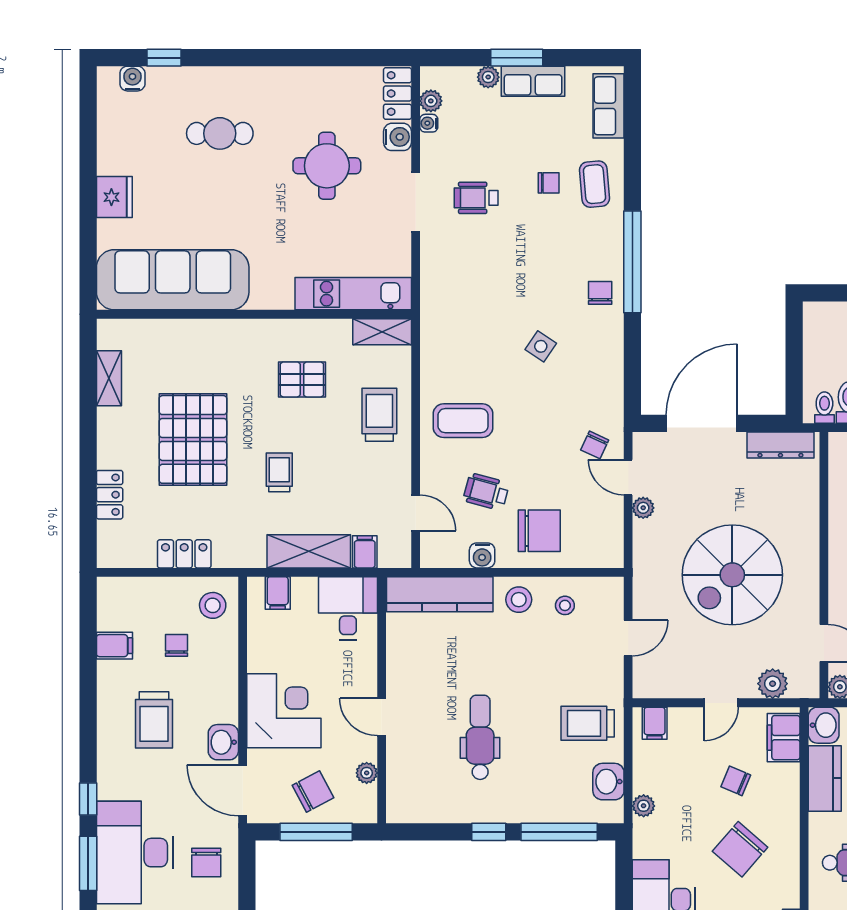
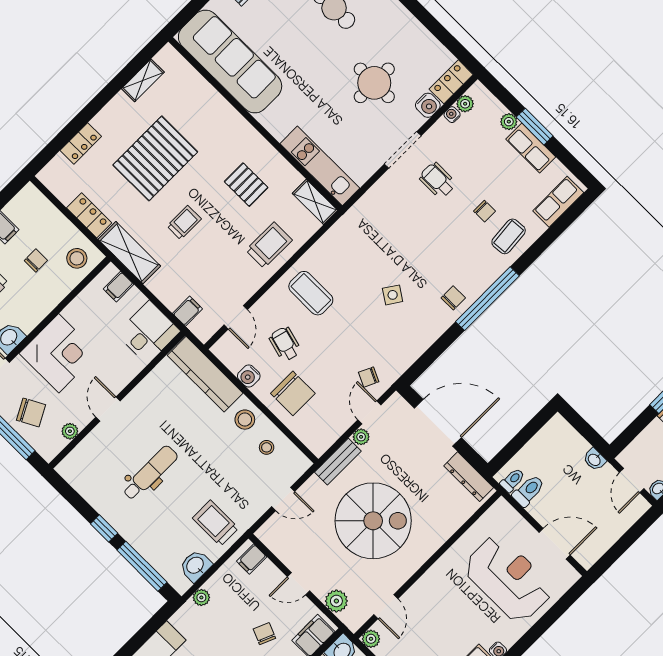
shelving: (309, 551) -> (129, 253), moved
bench: (645, 552) -> (338, 462), added
spiral stairs: (732, 575) -> (373, 521), turned 180

